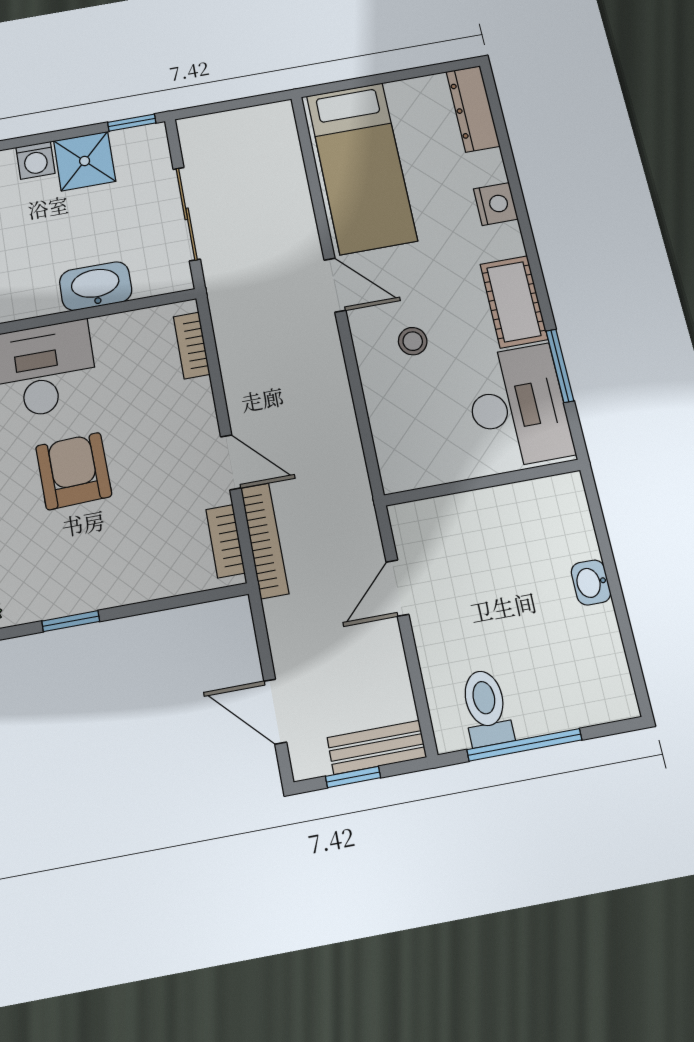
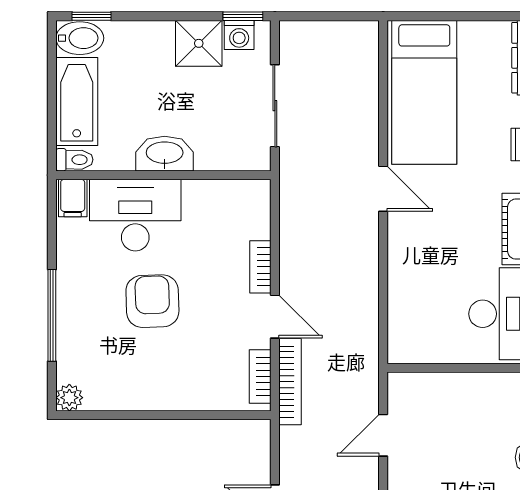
washing machine: (36, 160) -> (239, 35), moved
washbasin: (96, 286) -> (165, 154), moved
stool: (413, 341) -> (435, 246), removed
bookcase: (192, 345) -> (260, 267), moved
window: (71, 621) -> (134, 415), removed

